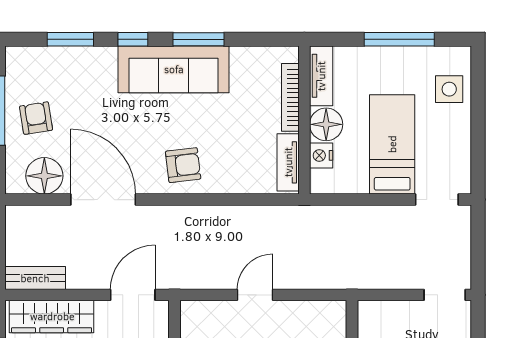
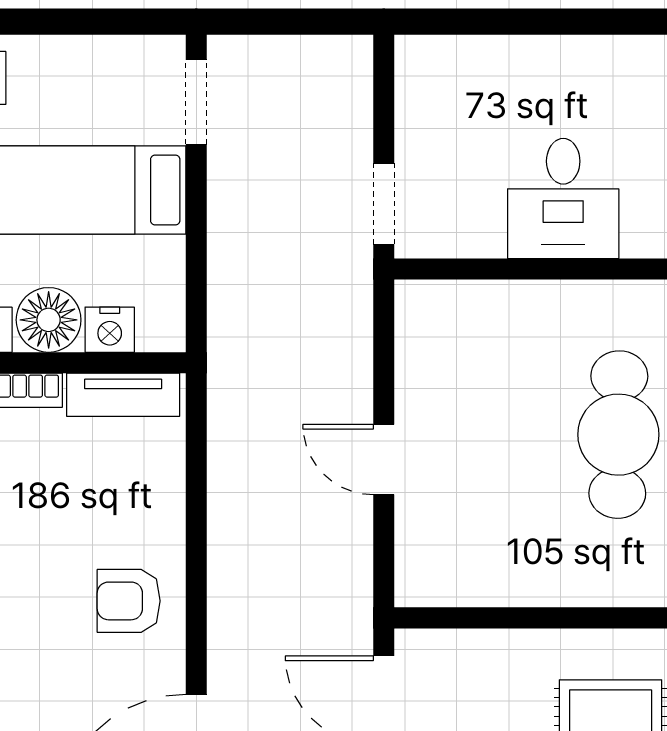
armchair: (183, 165) -> (129, 601), turned -83
doorway: (445, 295) -> (384, 204), moved

